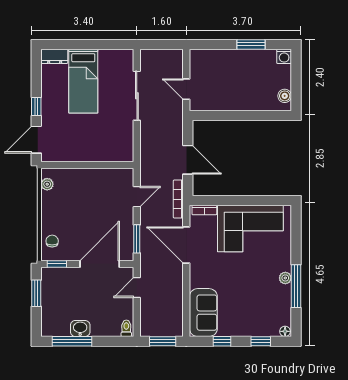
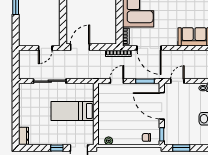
bed: (83, 81) -> (72, 111), moved, turned 180
door: (188, 160) -> (80, 47), moved
door: (137, 197) -> (117, 81), hinge flipped
door: (186, 245) -> (149, 48), hinge flipped
door: (137, 287) -> (177, 81), swing flipped

